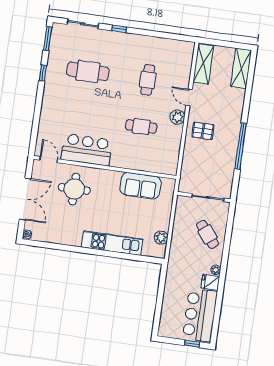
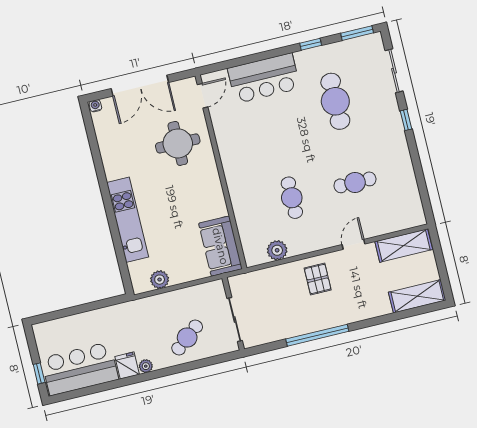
plant: (177, 117) -> (277, 250), moved
bar counter: (87, 150) -> (264, 78), moved, turned 90
sofa: (141, 186) -> (220, 246), moved

